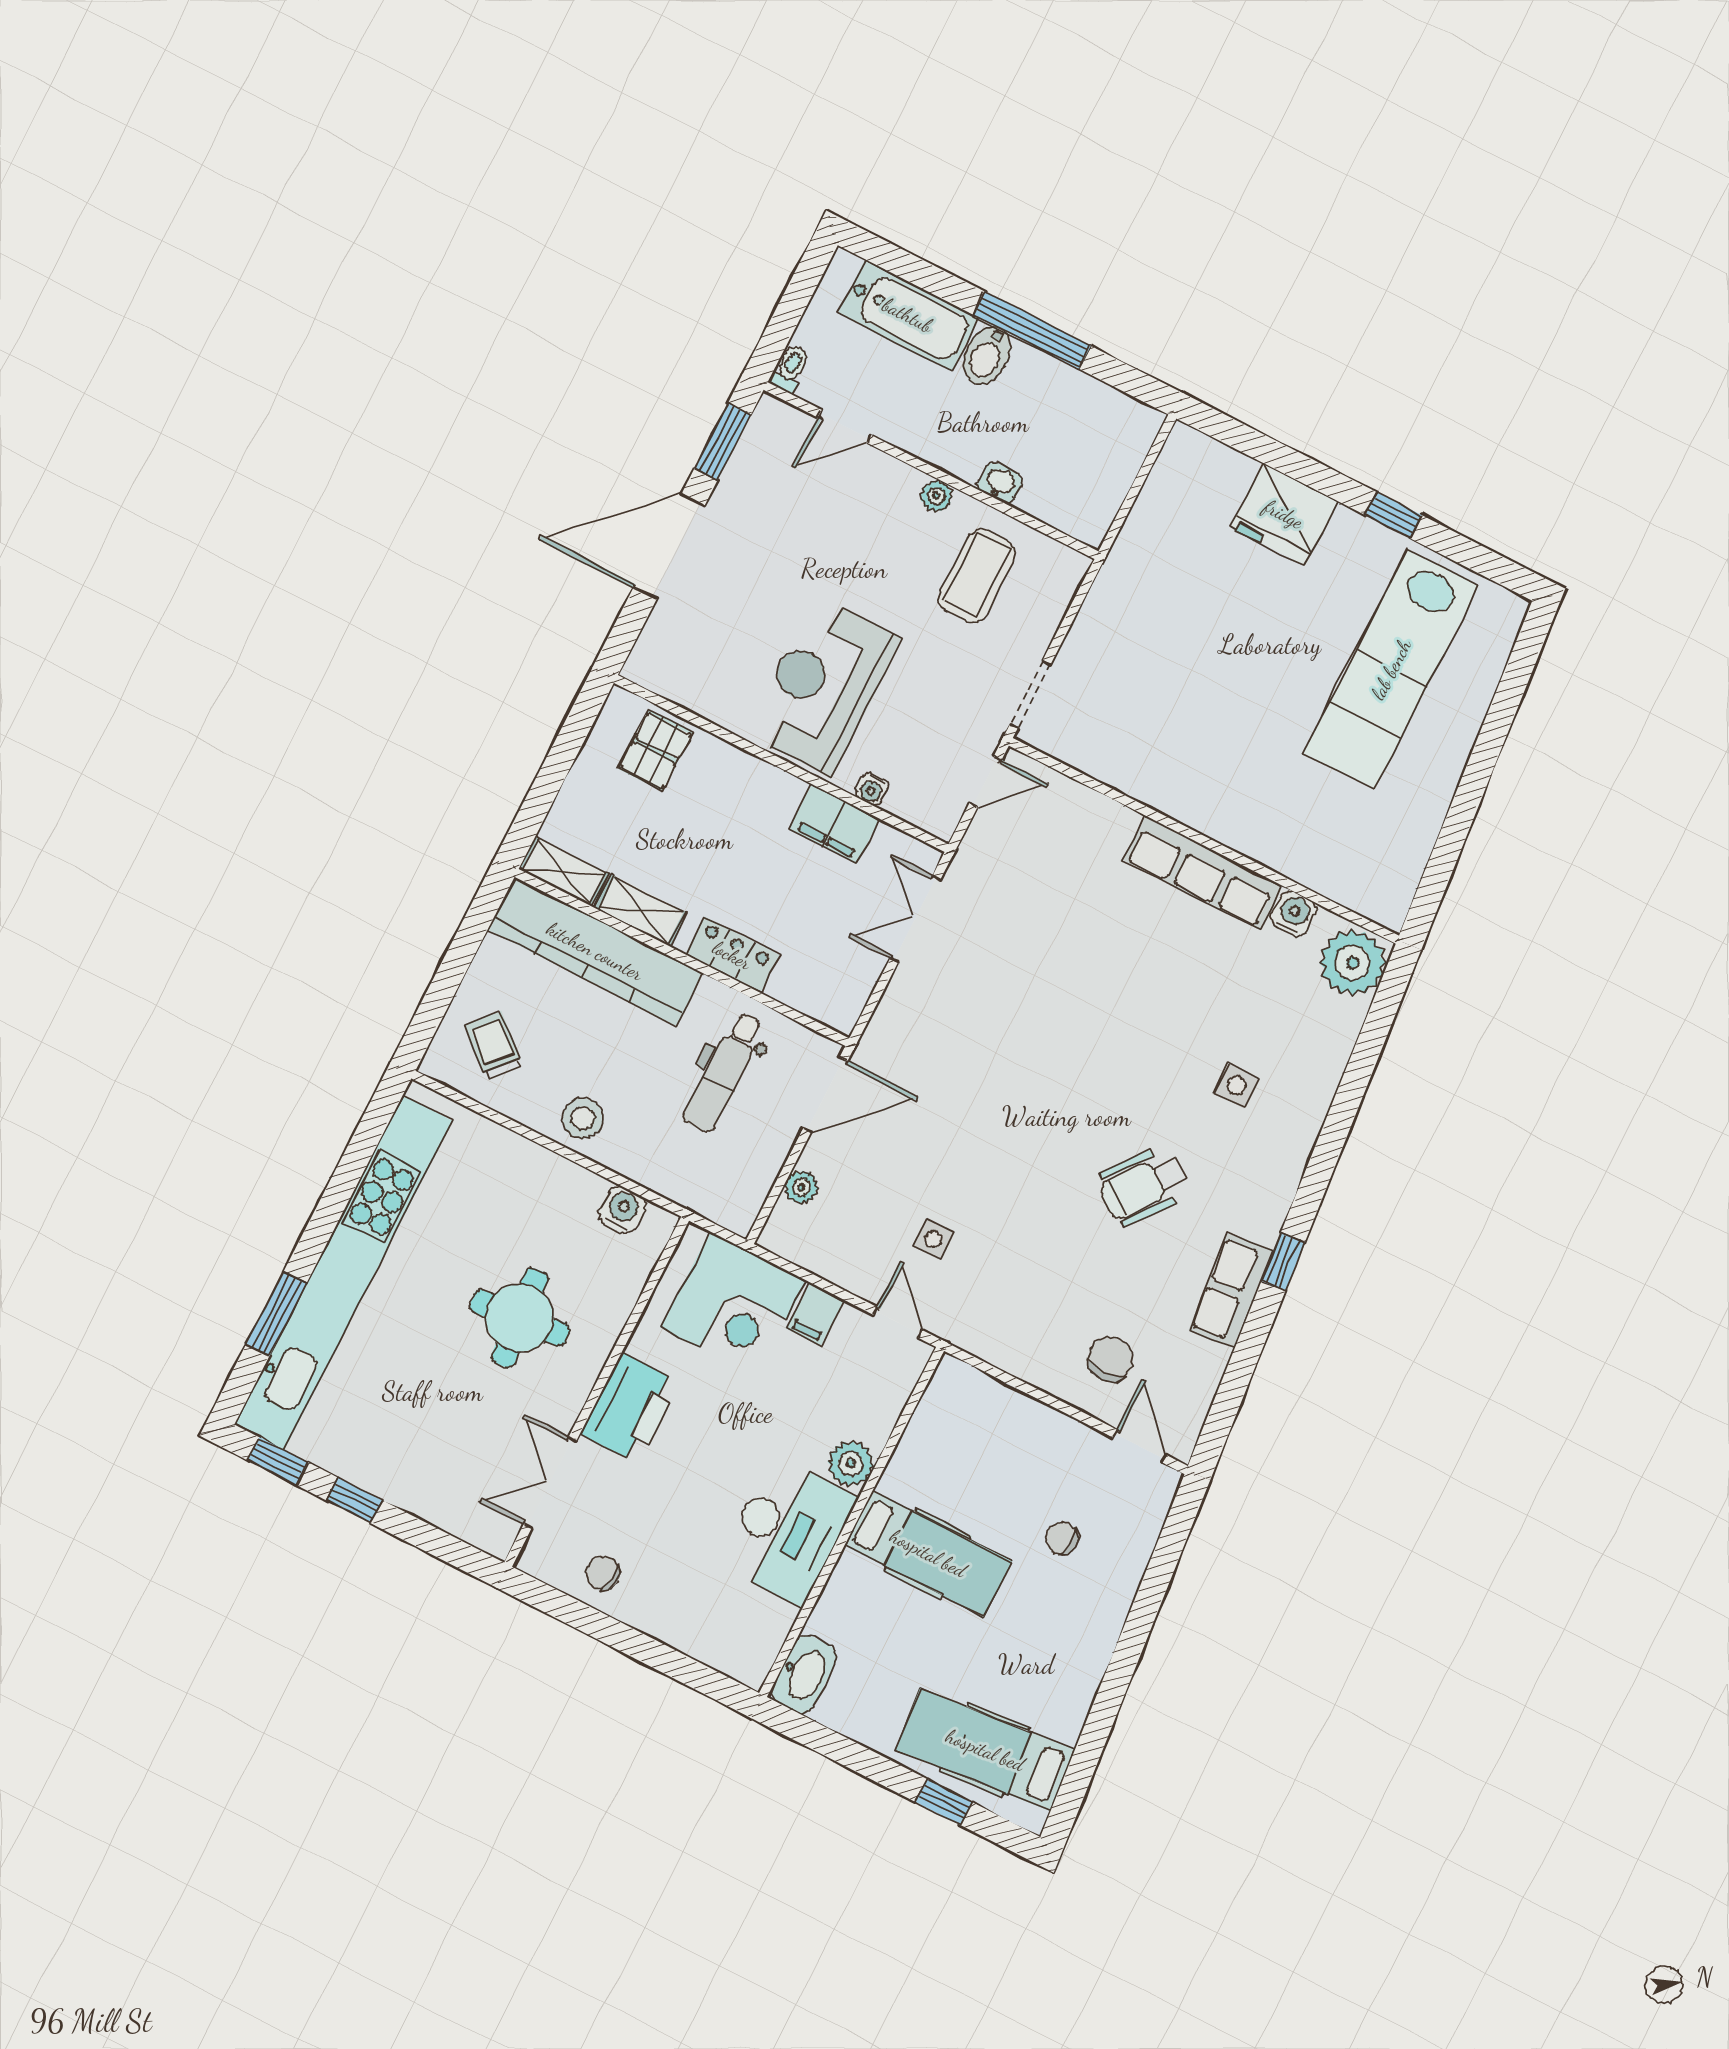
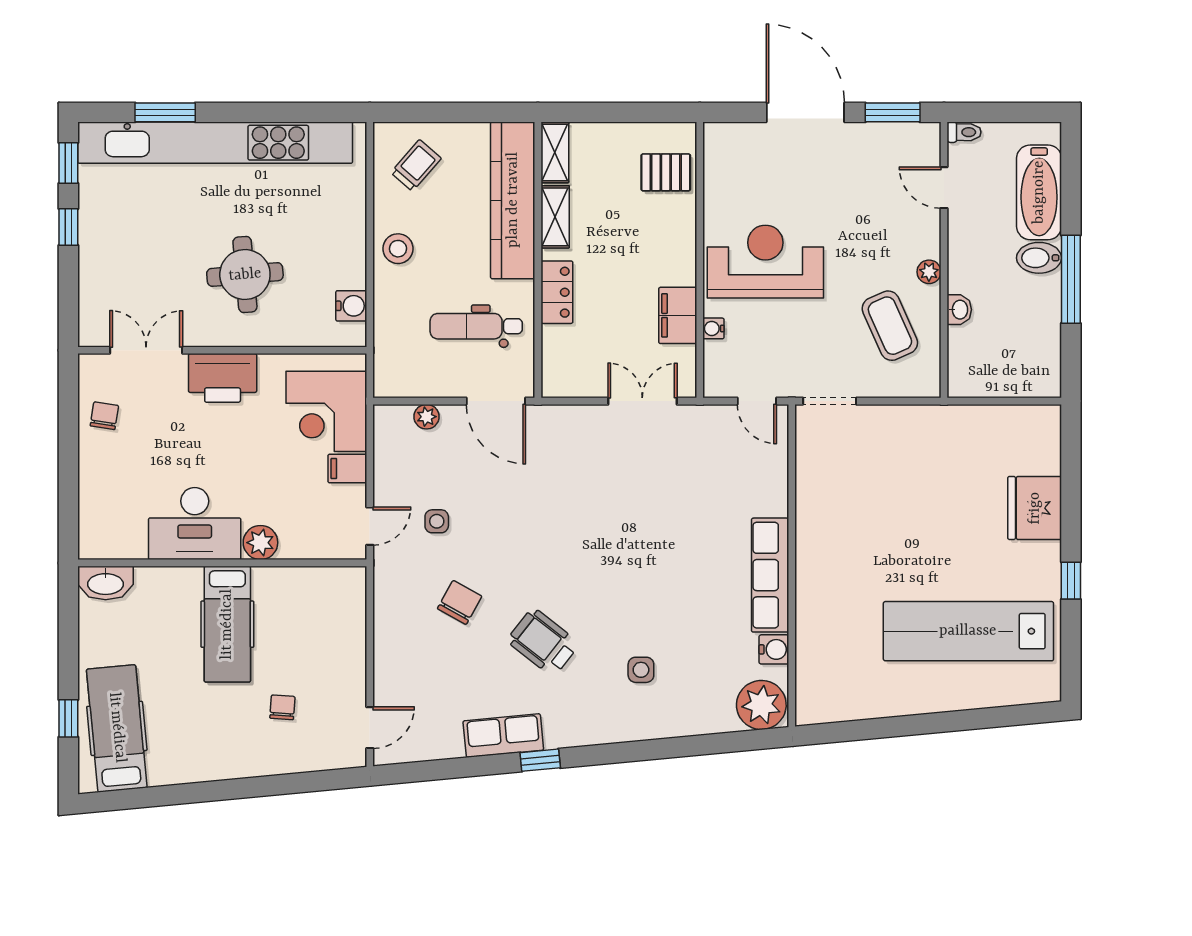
coffee table: (977, 576) -> (890, 326), turned 66
chair: (1111, 1359) -> (460, 602), moved, turned -61

